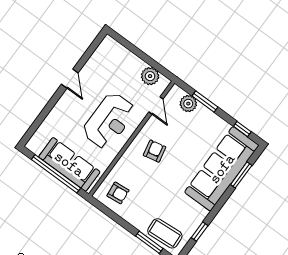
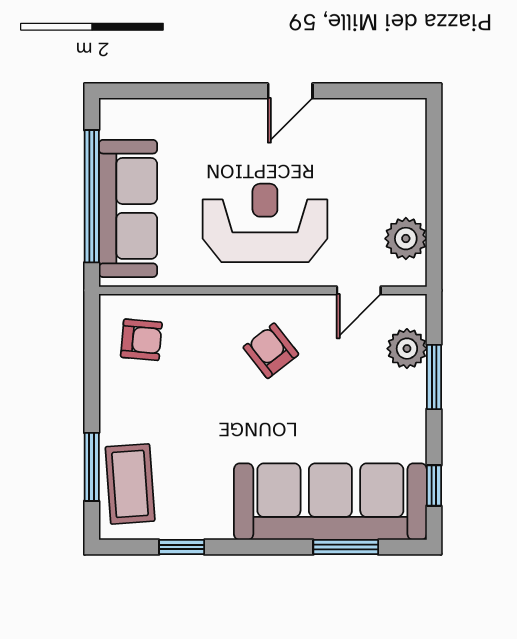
reception desk: (109, 121) -> (265, 223), turned 180
armchair: (155, 151) -> (271, 351), turned -116
armchair: (118, 193) -> (141, 340), turned -79

